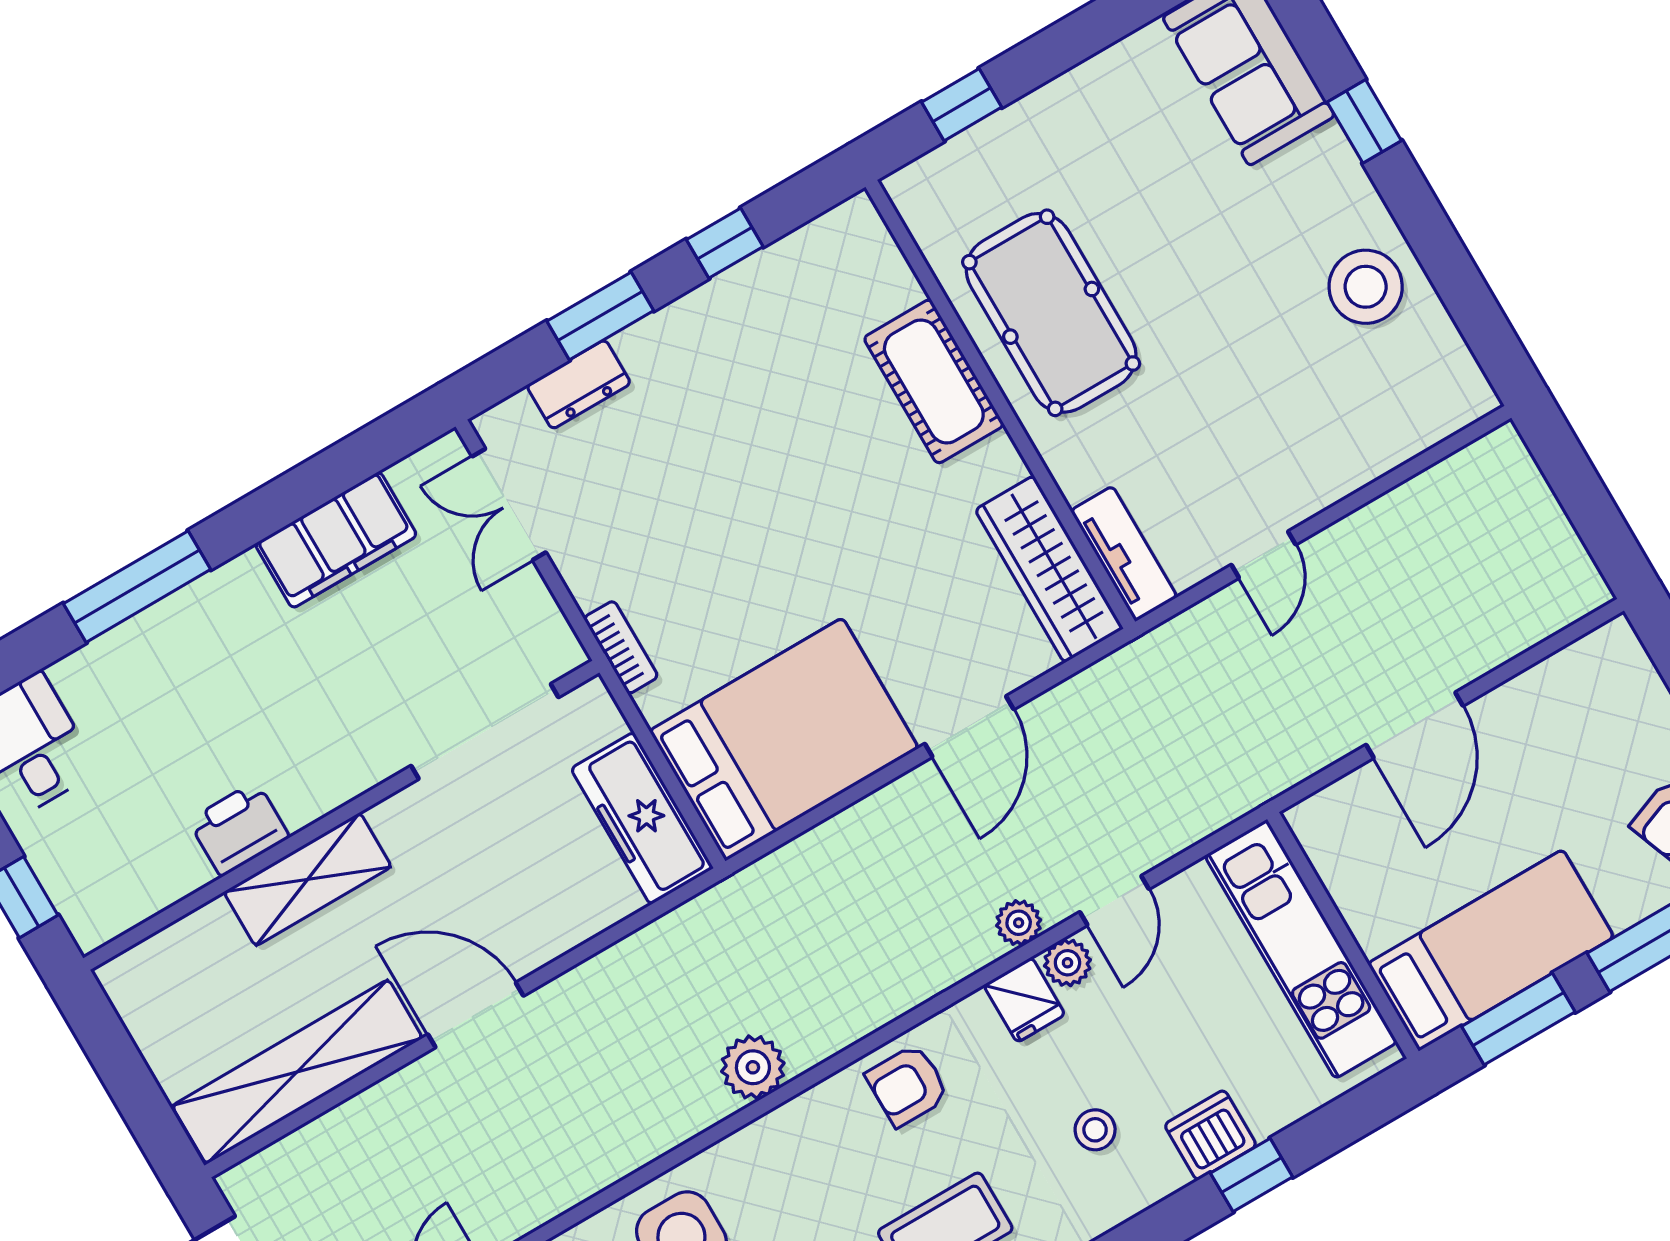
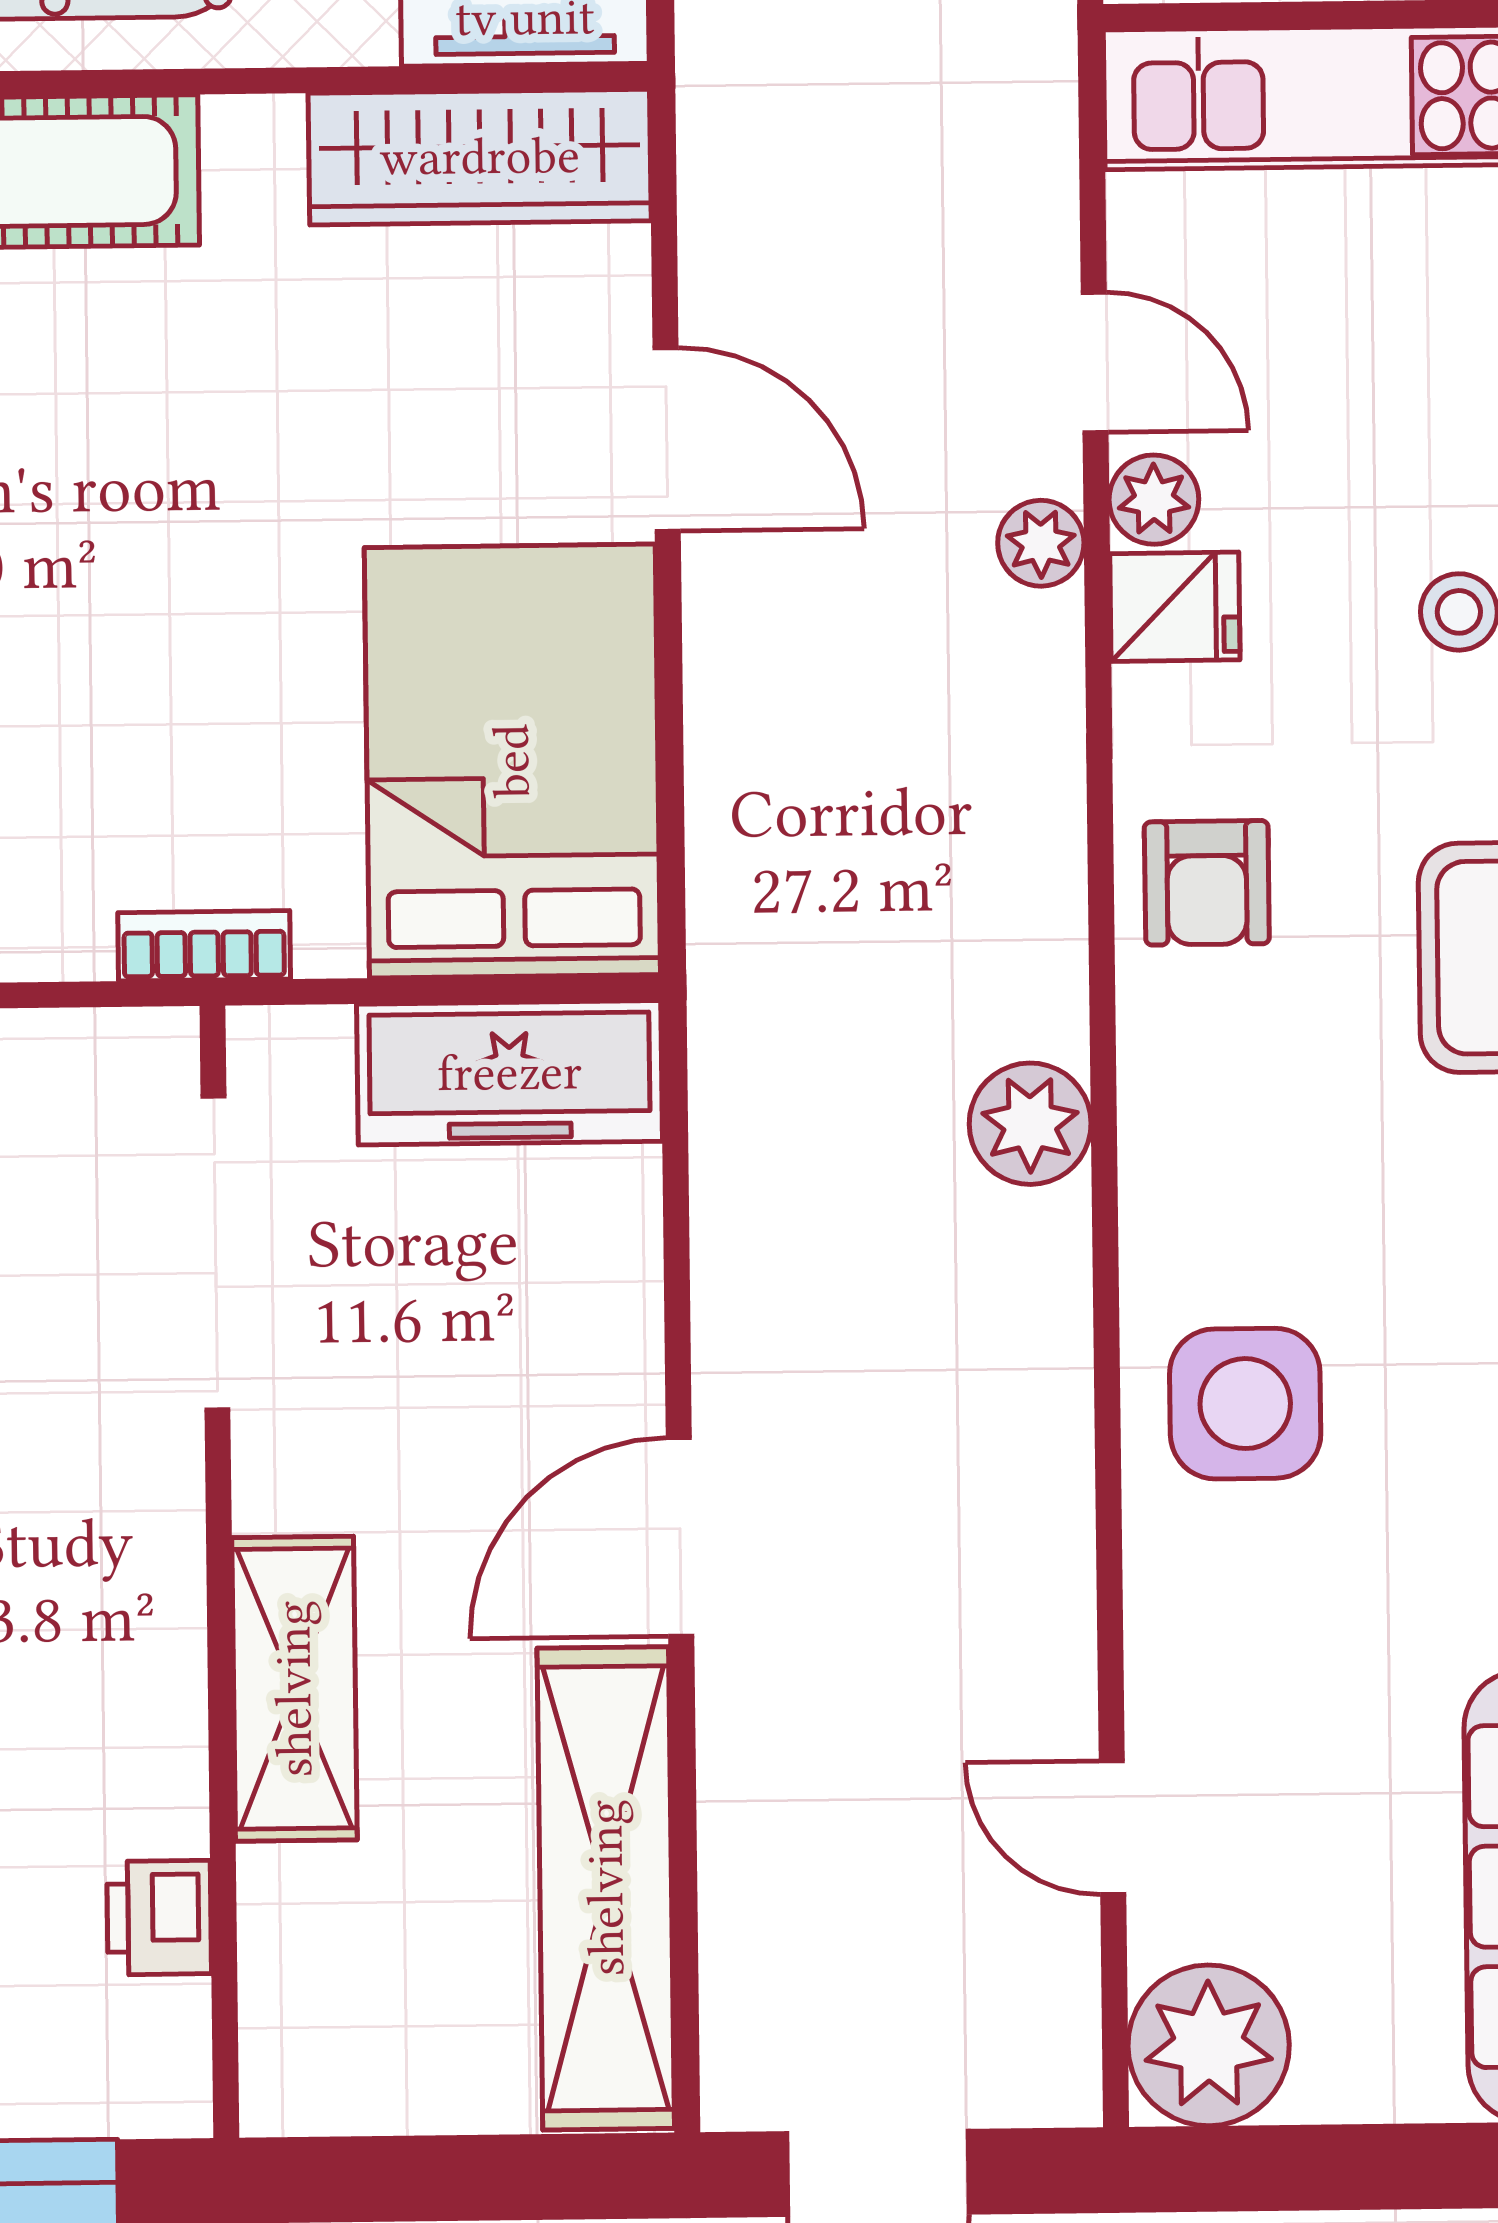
printer: (239, 829) -> (159, 1918), moved, width x0.73, depth x0.81

